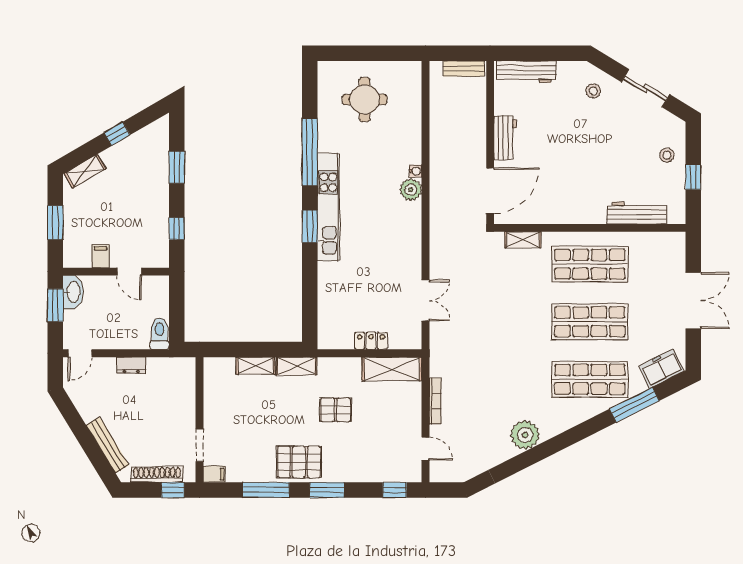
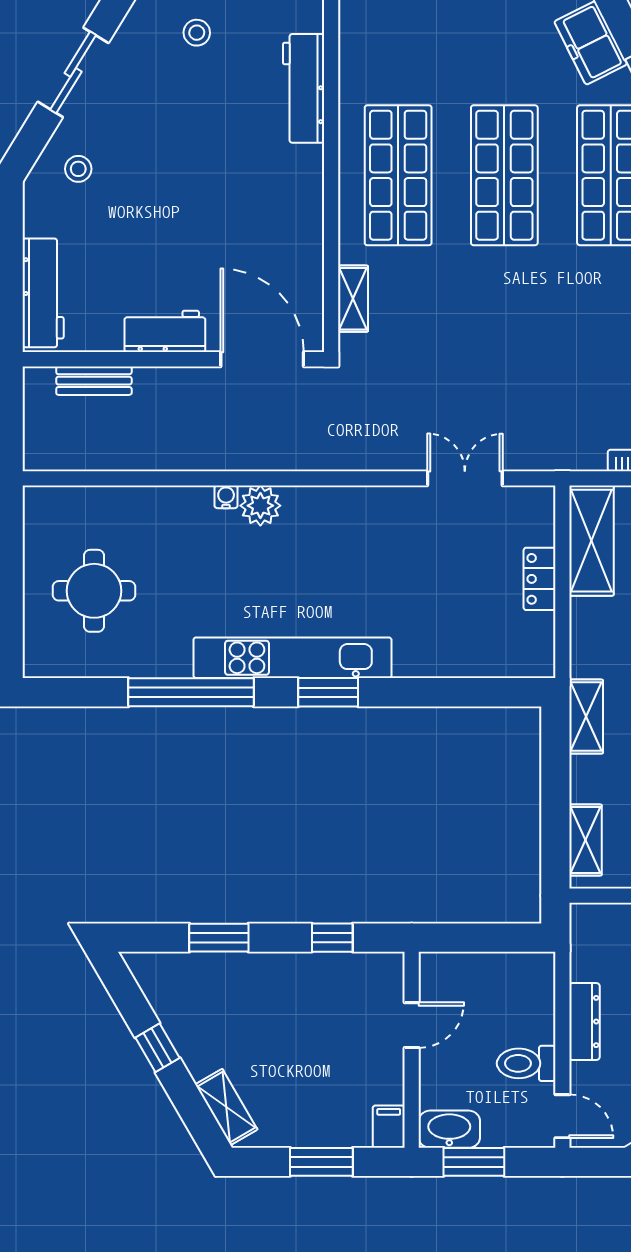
bench: (464, 69) -> (94, 381), moved, turned 90
filing cabinet: (100, 256) -> (389, 1127), moved, turned 90
toilet: (160, 334) -> (526, 1063), moved
dresser: (131, 365) -> (584, 1022), width x1.44
shelving: (256, 366) -> (585, 840), moved

